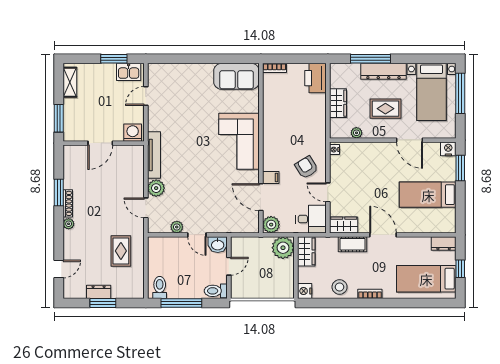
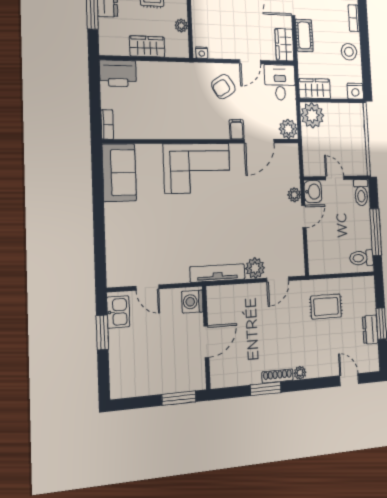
shelving: (70, 82) -> (134, 388), removed
door: (100, 143) -> (206, 342), hinge flipped
plant: (177, 227) -> (294, 195), moved

